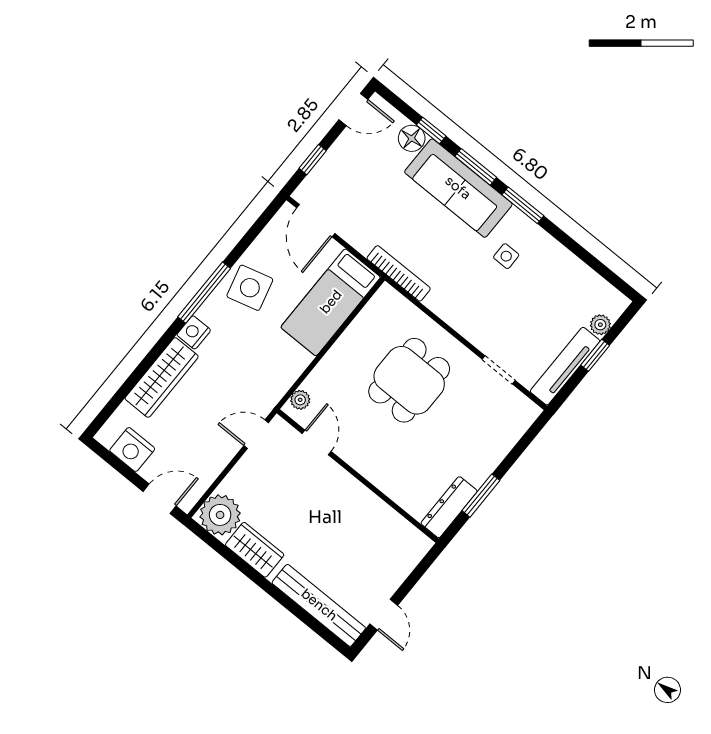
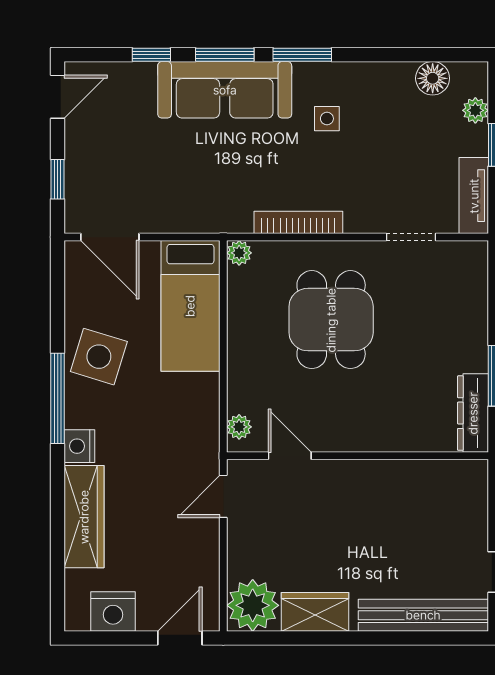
floor lamp: (412, 138) -> (433, 78), moved
bookcase: (399, 273) -> (298, 222), moved
side table: (250, 288) -> (99, 357), turned 32
plant: (386, 294) -> (239, 253), added
tv unit: (565, 366) -> (474, 196), width x0.71

